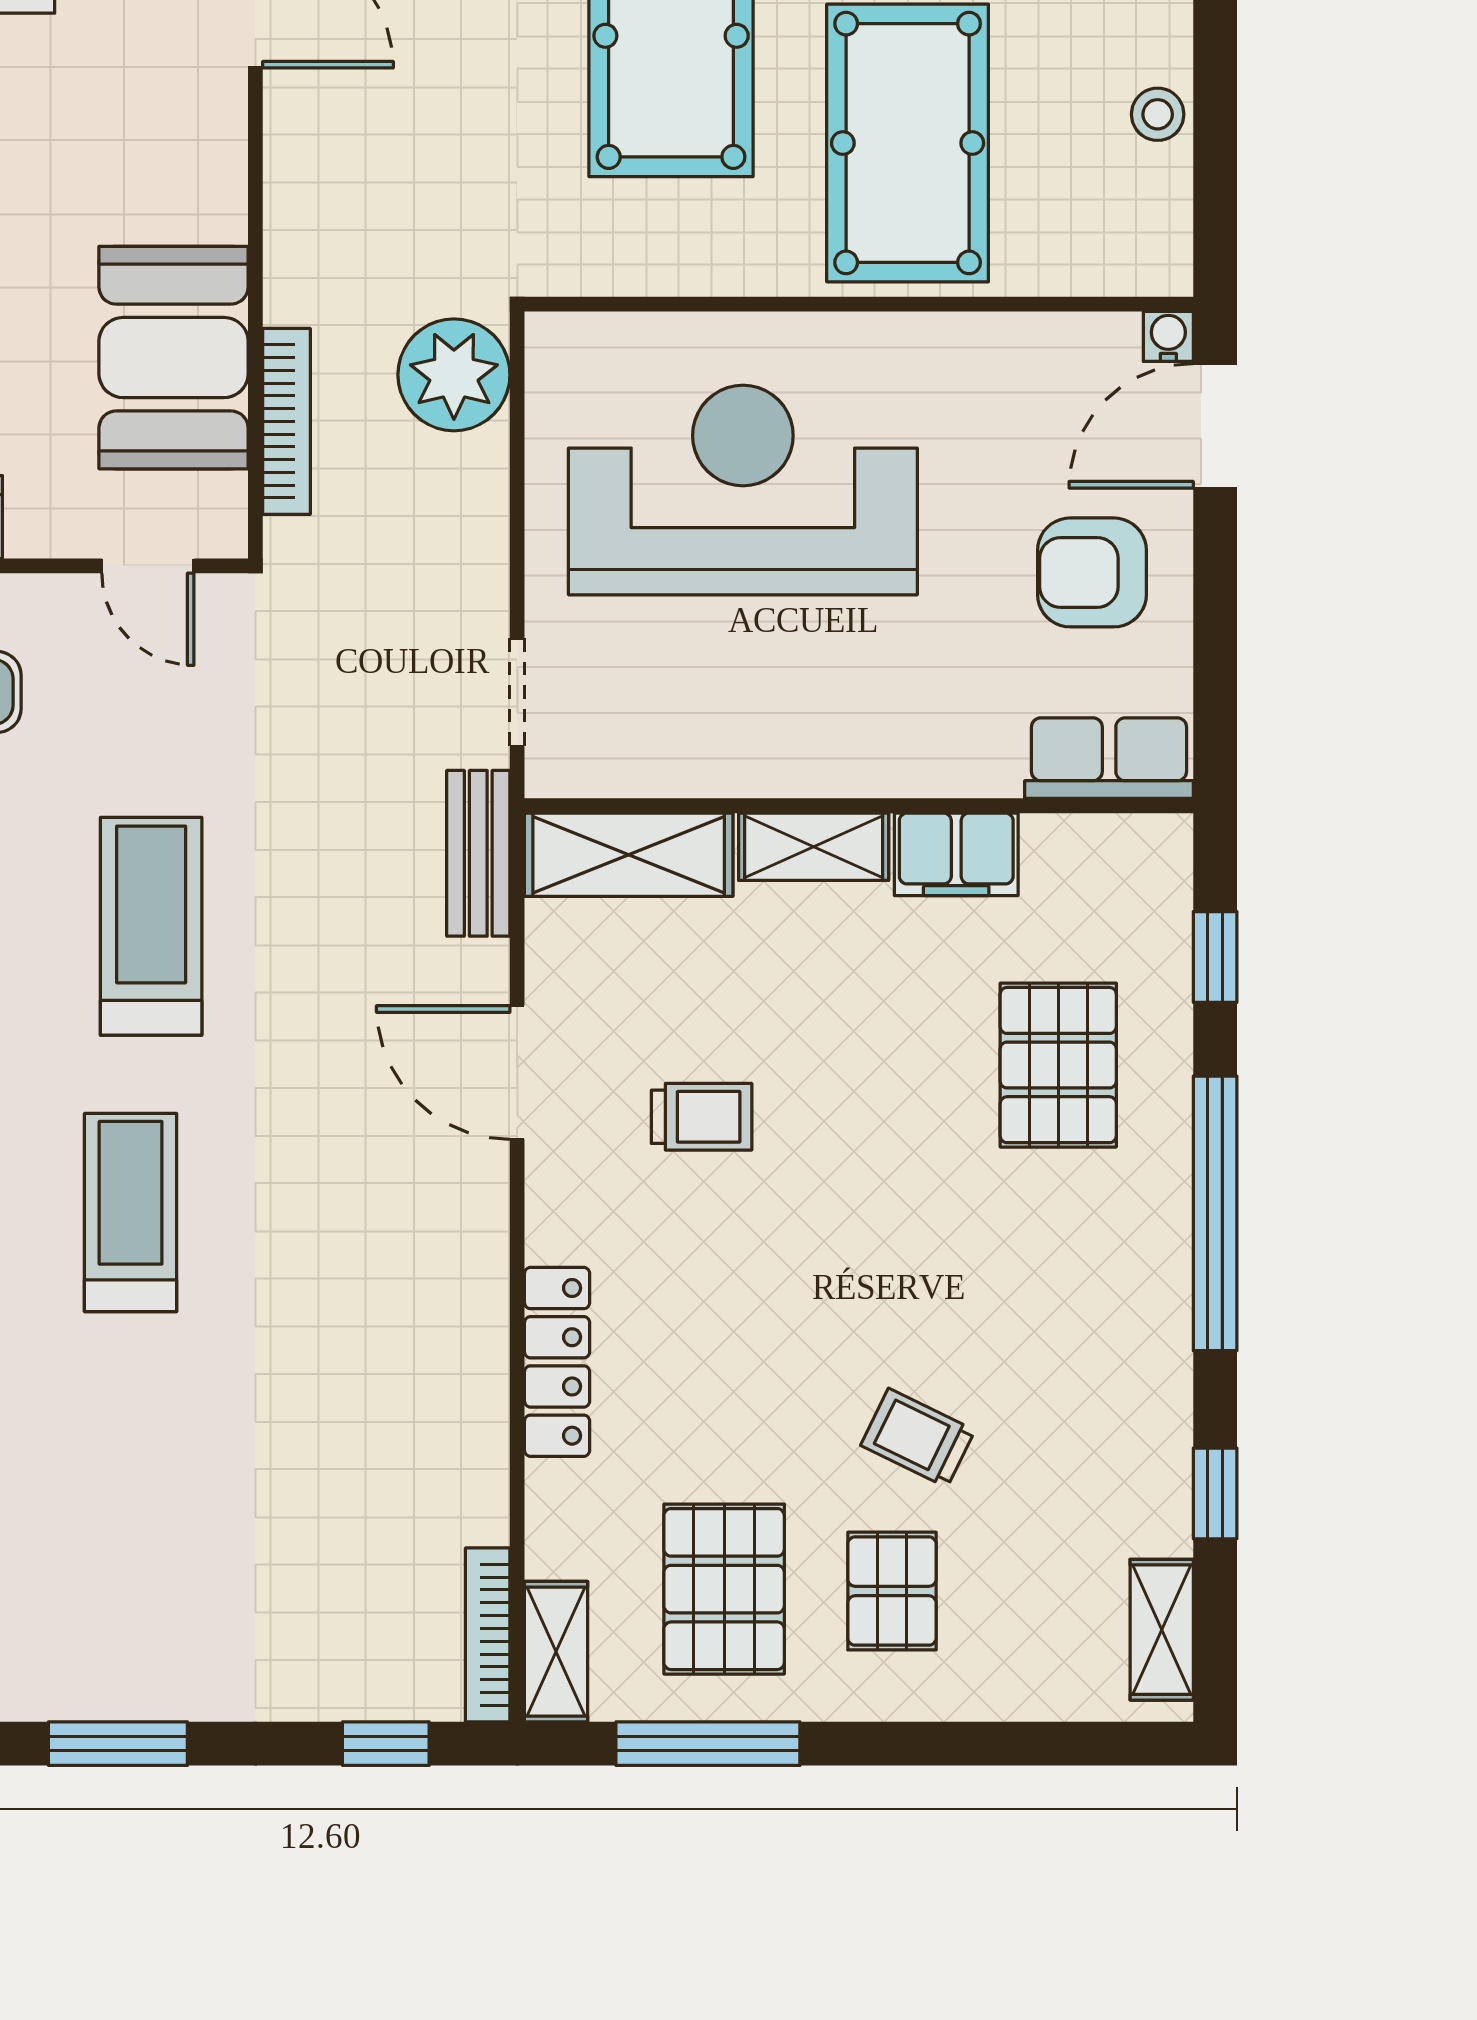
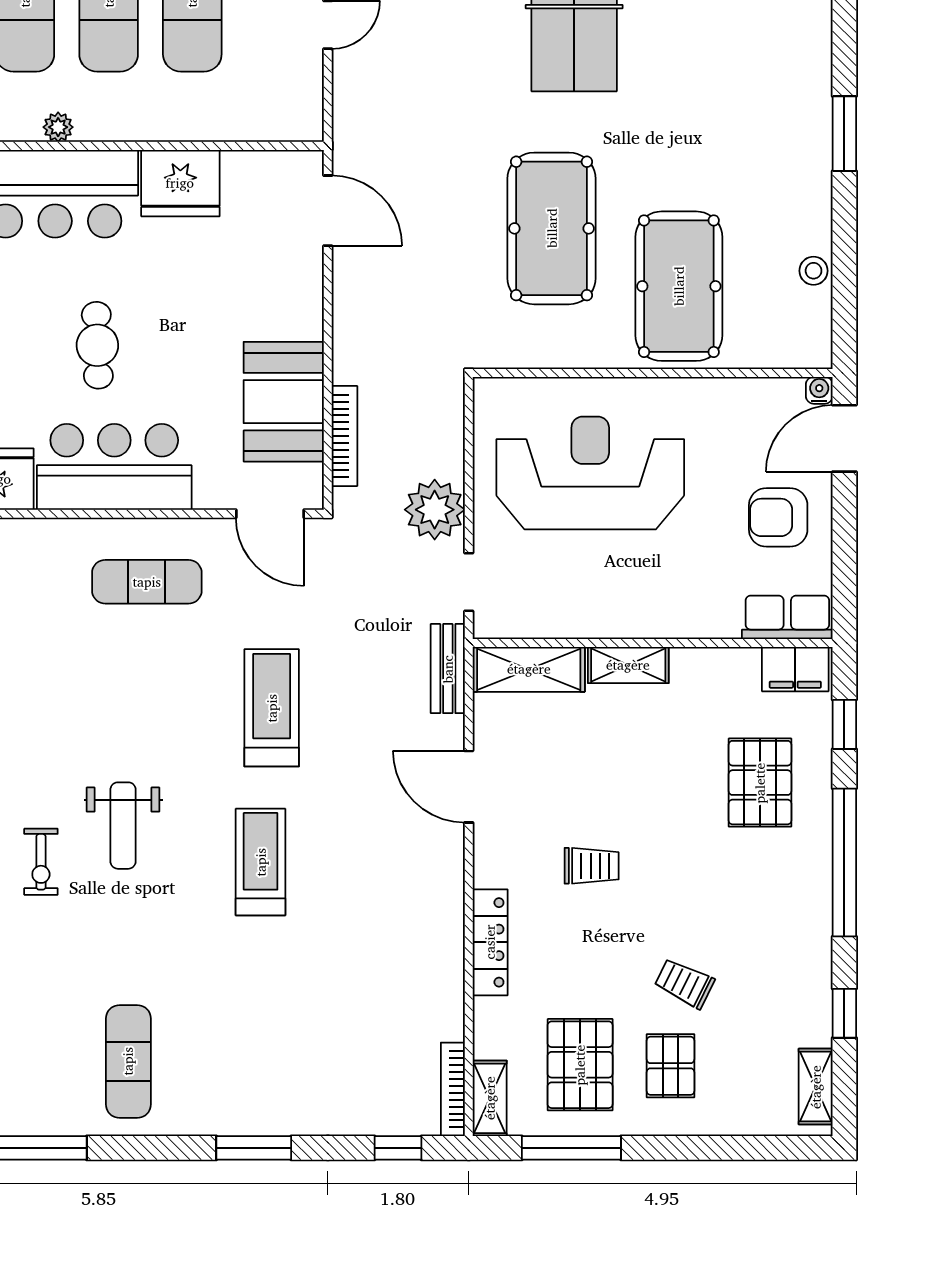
plant: (454, 375) -> (435, 510), moved
door: (148, 566) -> (270, 514), width x1.38
filing cabinet: (956, 854) -> (795, 669), moved
trolley: (702, 1117) -> (592, 866), moved

